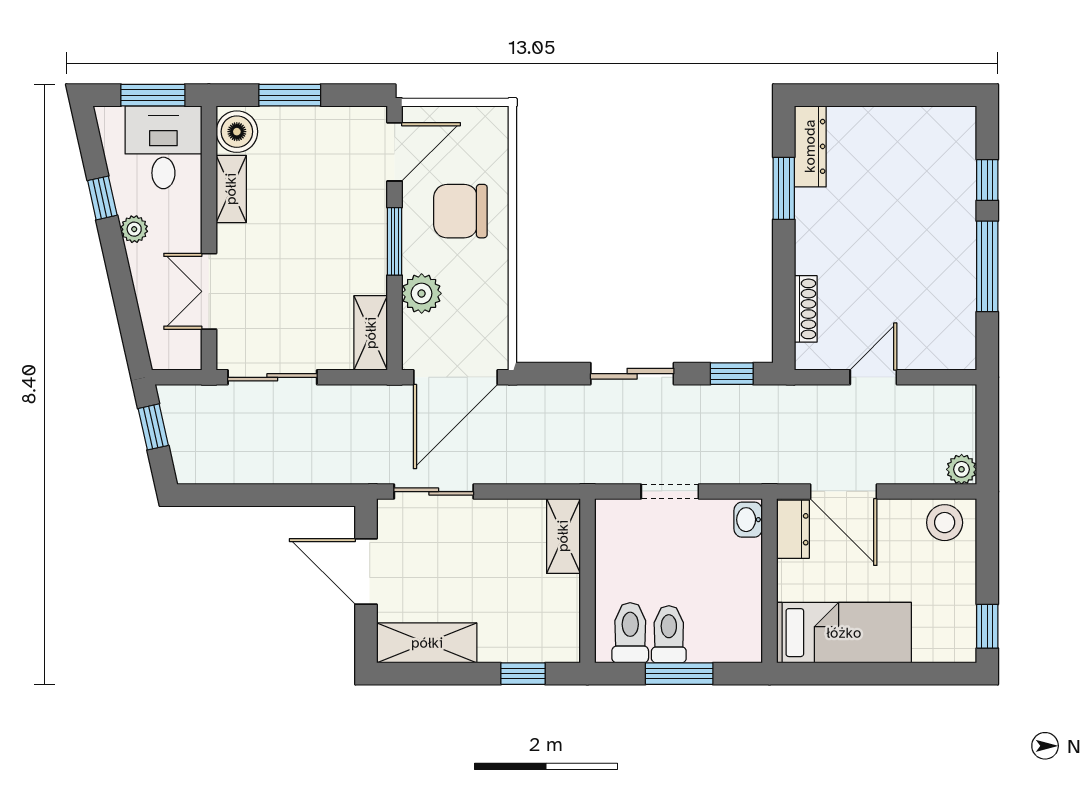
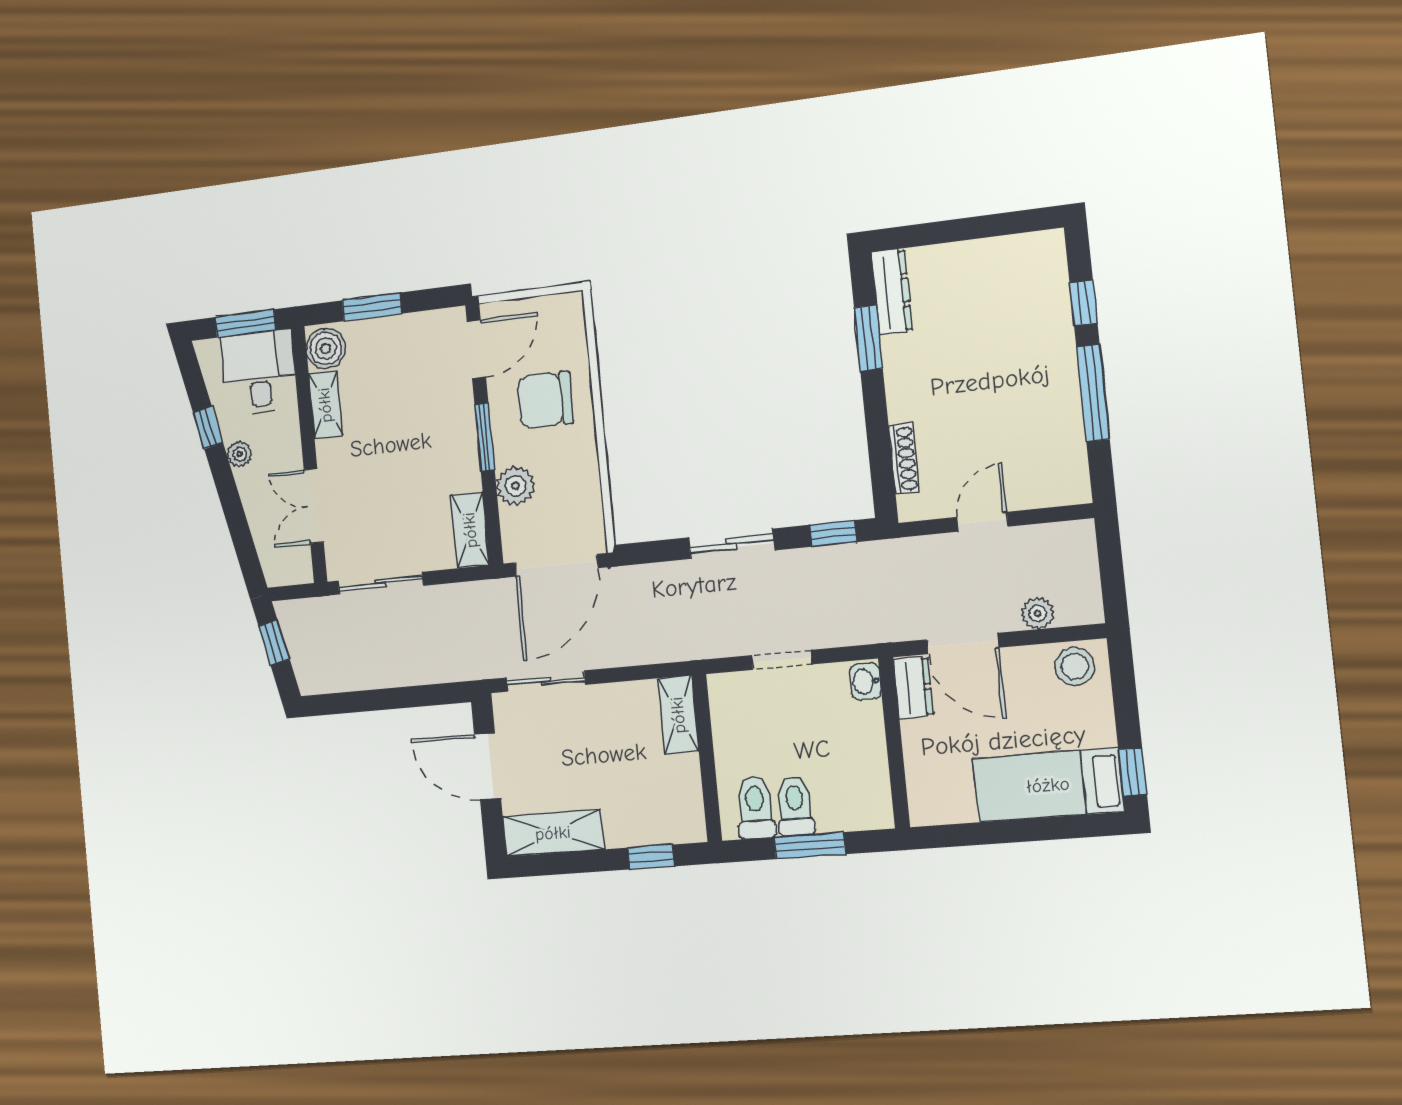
plant: (962, 469) -> (1038, 613), moved
bed: (844, 633) -> (1048, 785), moved, turned 180

